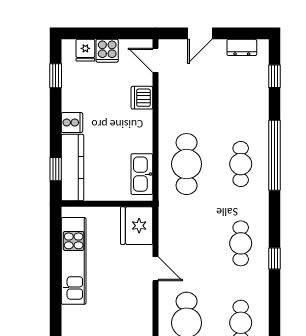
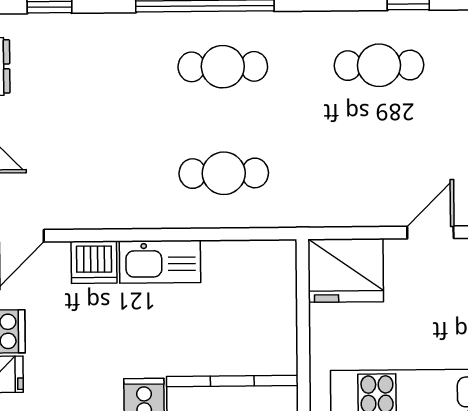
cafe table: (187, 164) -> (224, 173), width x0.73, depth x0.74
kitchen sink: (142, 174) -> (160, 262), moved

